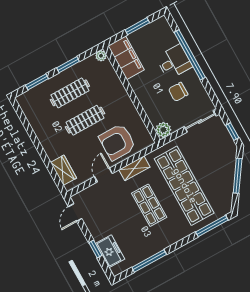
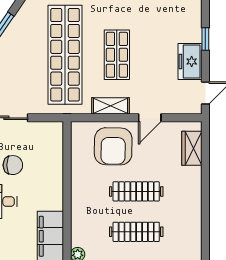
plant: (163, 130) -> (53, 131), removed
armchair: (117, 142) -> (113, 146), turned 91
freezer: (110, 251) -> (190, 61), moved

